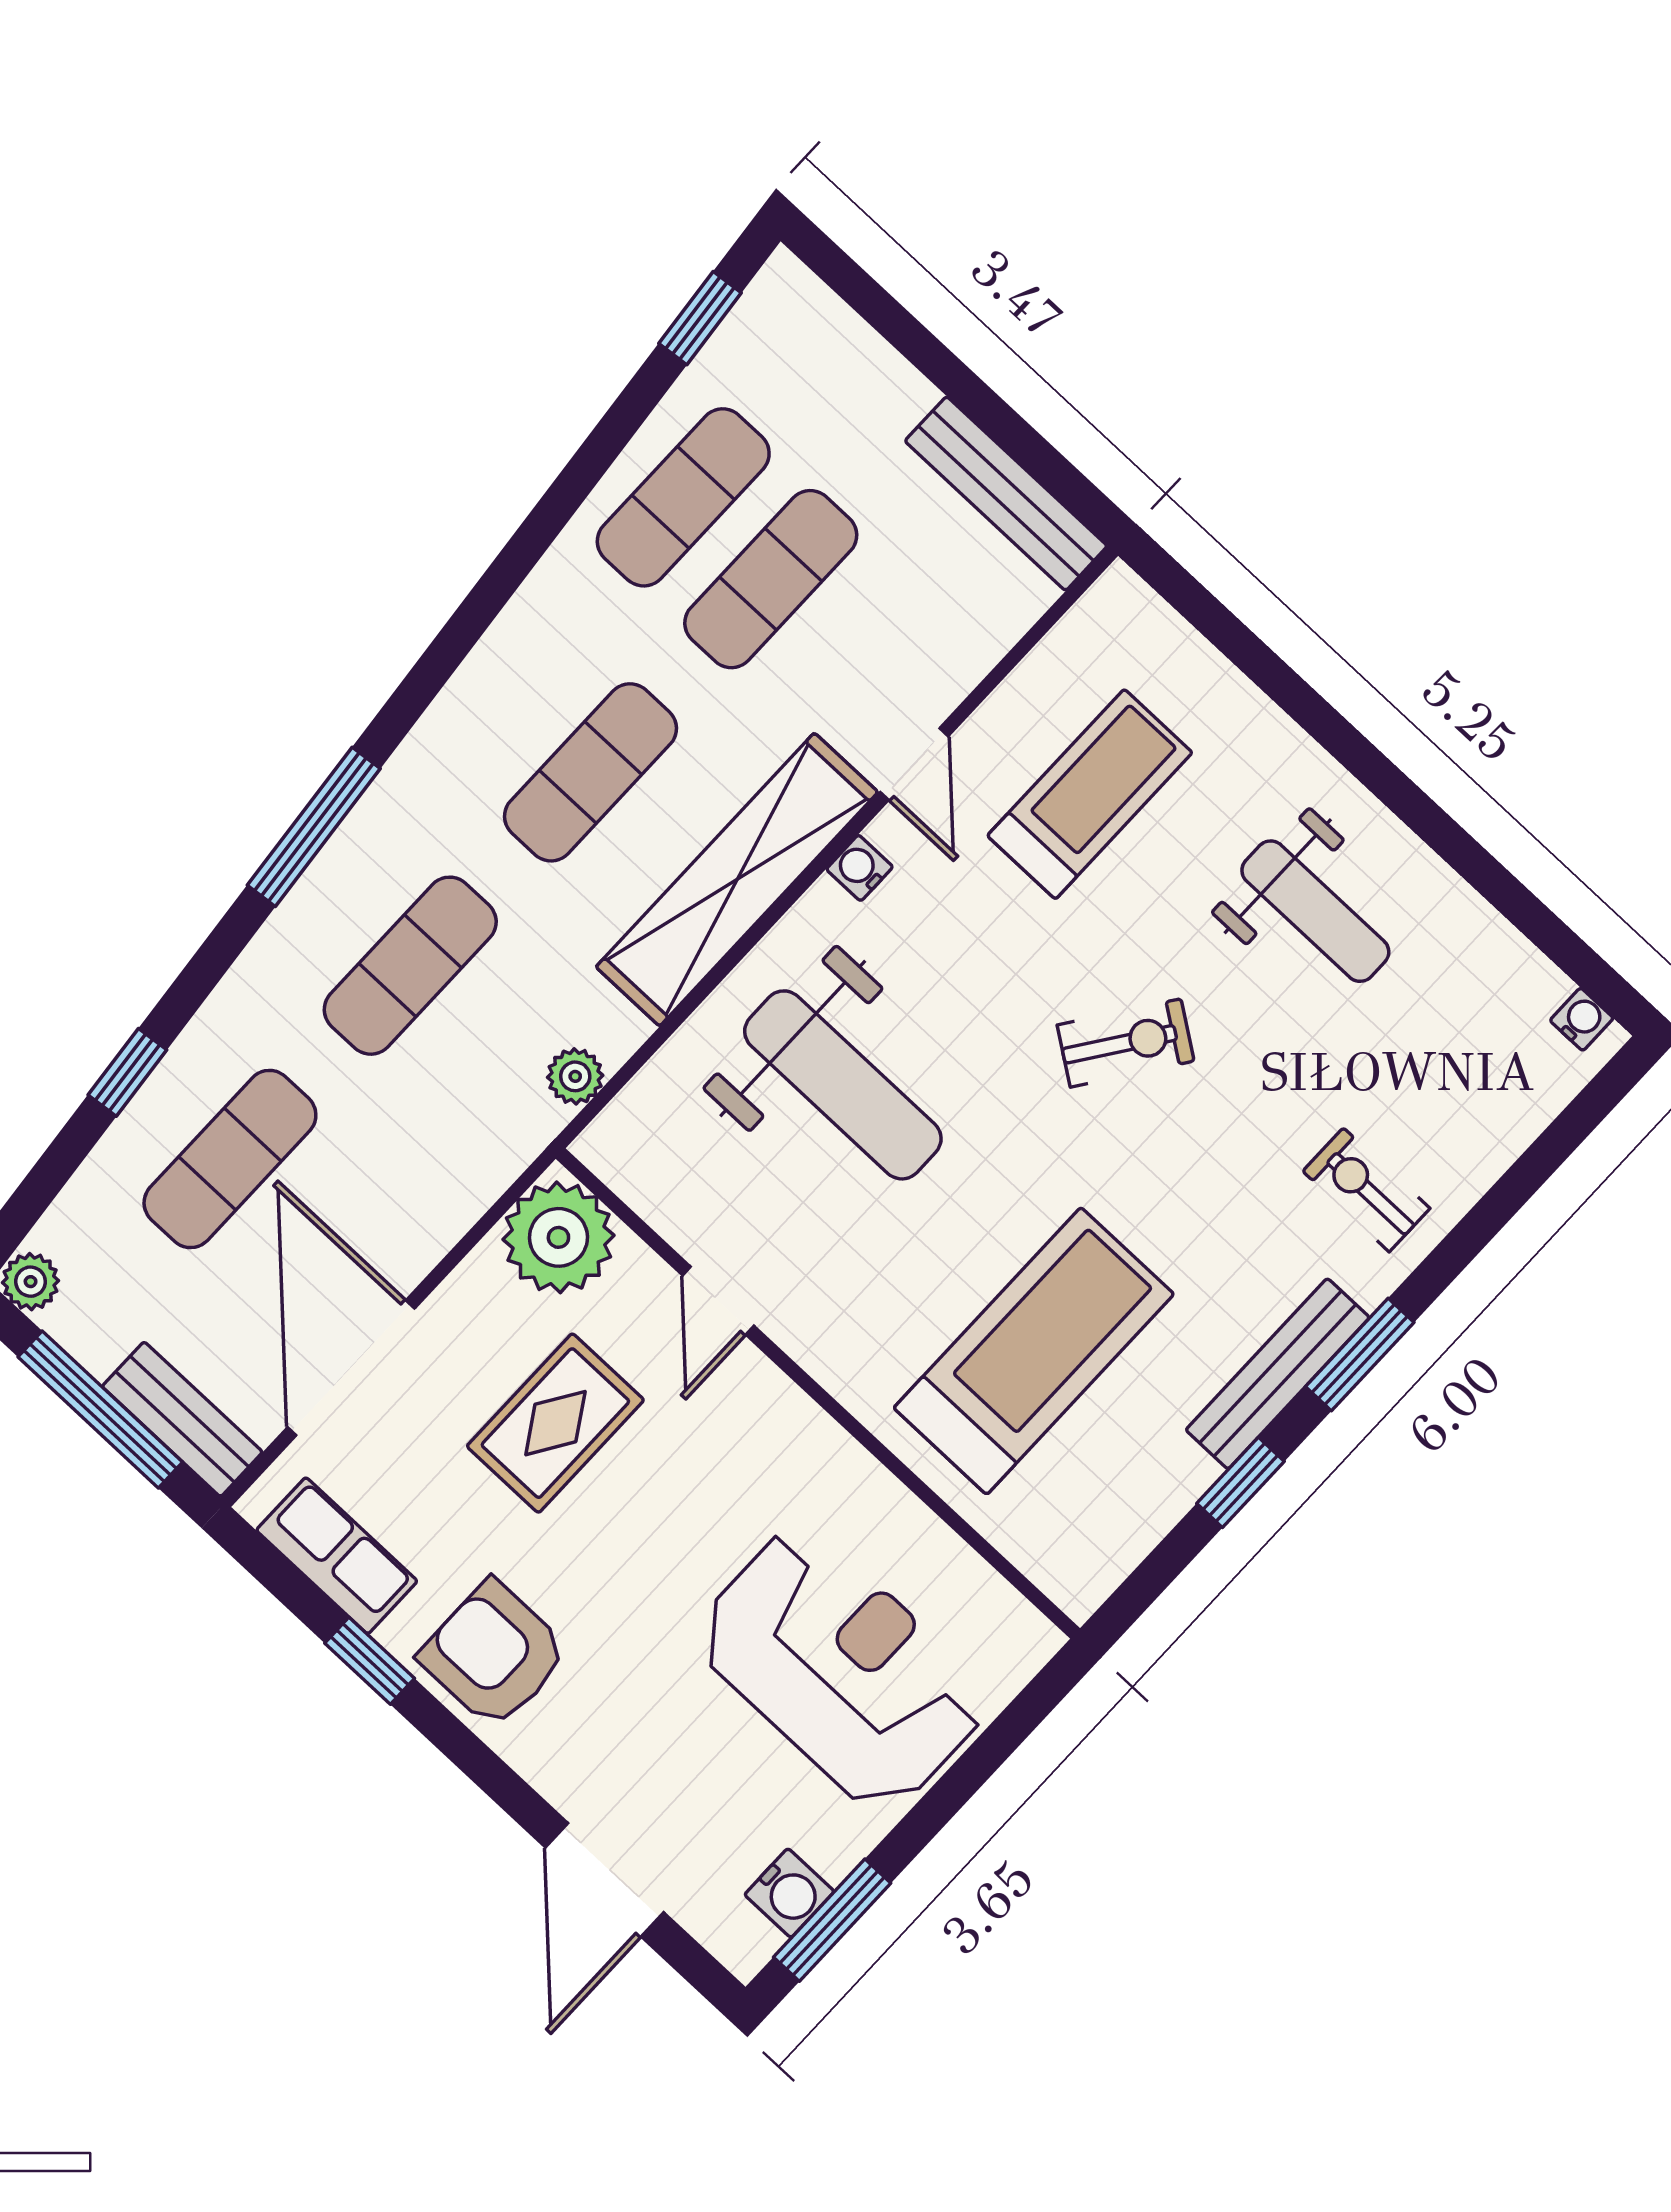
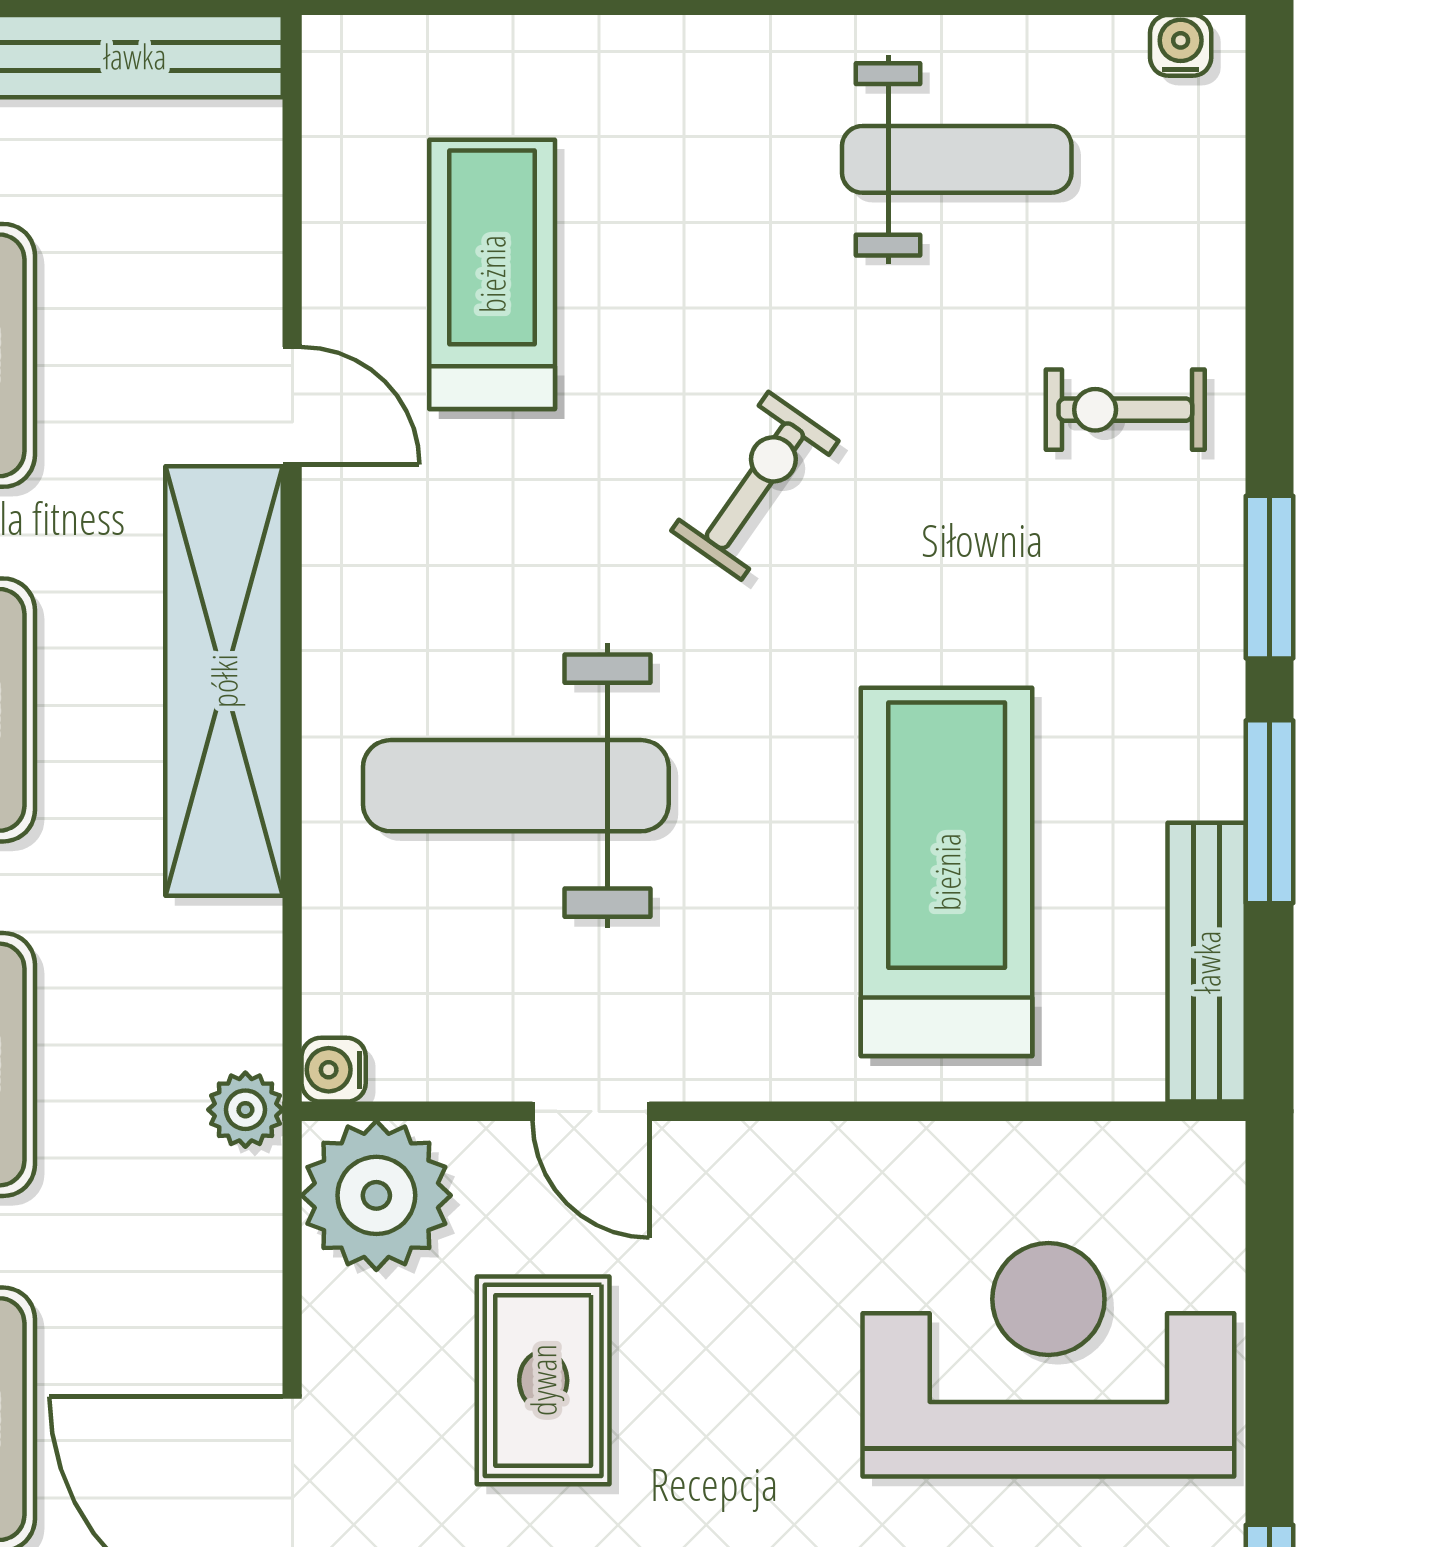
water cooler: (860, 868) -> (334, 1070), moved
weight bench: (1315, 911) -> (957, 159), moved
plant: (575, 1076) -> (245, 1110), moved
weight bench: (843, 1085) -> (516, 786), turned 180
bench: (1278, 1374) -> (1207, 962), moved
window: (1240, 1482) -> (1270, 812), width x1.50

